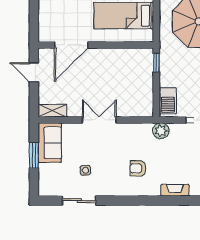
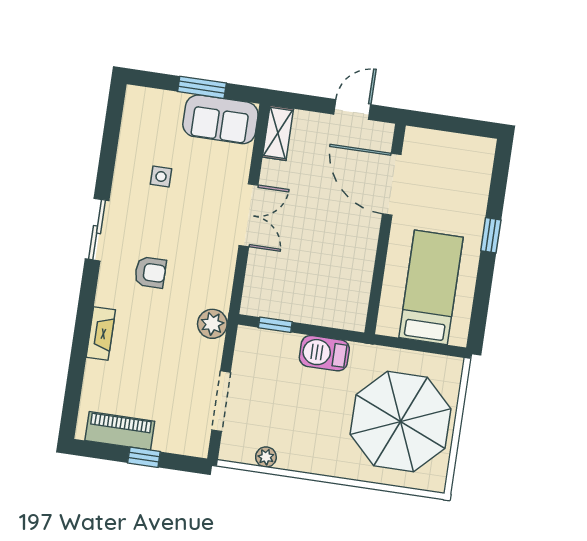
window: (156, 63) -> (275, 325), moved
barbecue: (168, 101) -> (324, 353), moved
armchair: (138, 168) -> (150, 272), turned 90
sliding door: (79, 201) -> (97, 230), moved

